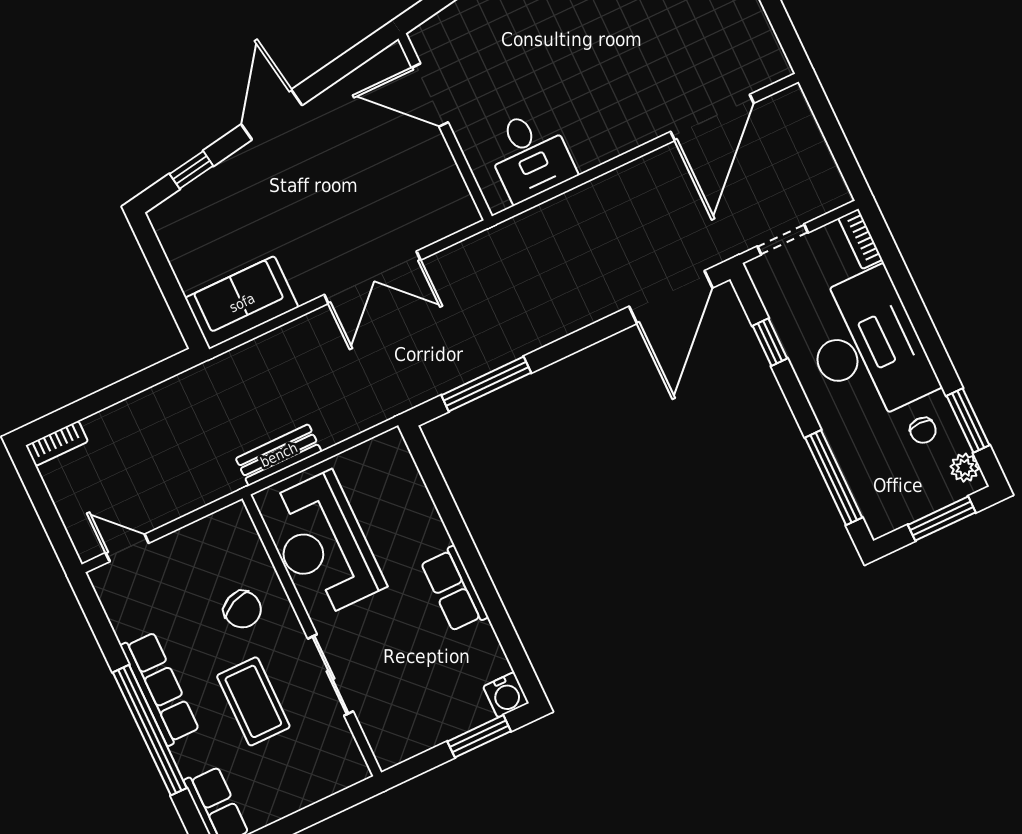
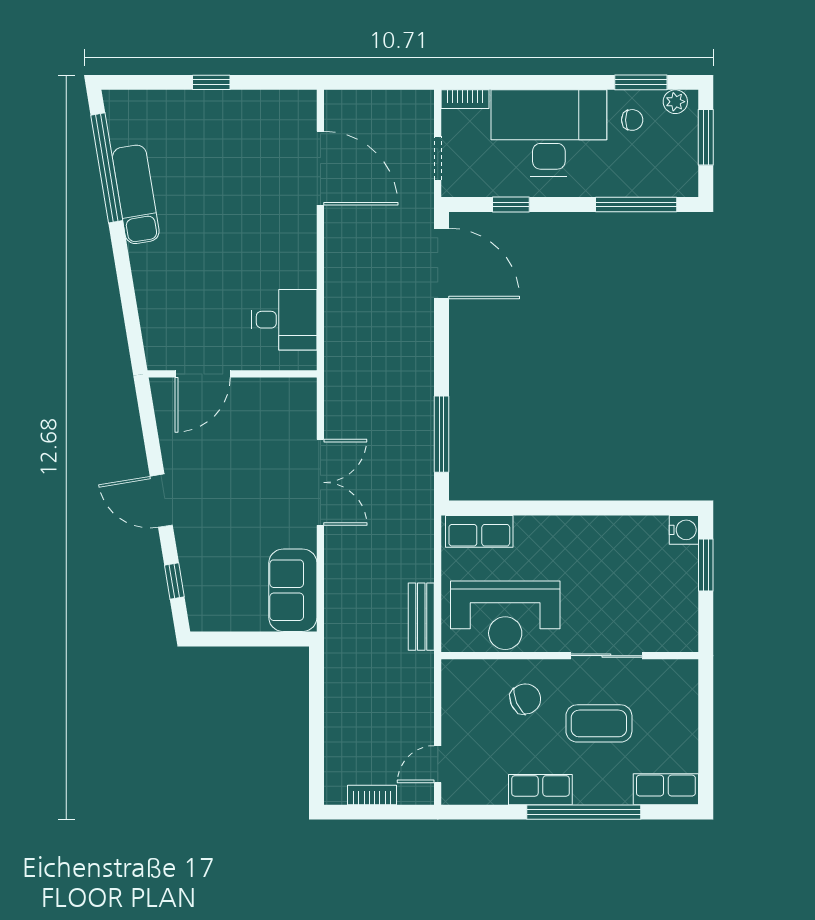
bookcase: (57, 443) -> (372, 795), moved, turned -90
row of seats: (454, 589) -> (479, 531), moved
row of seats: (160, 688) -> (540, 790), width x0.68

